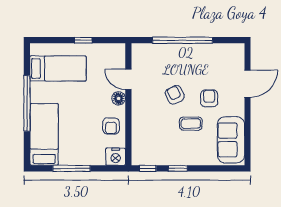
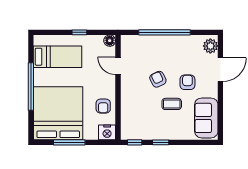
plant: (236, 56) -> (210, 46), added
floor lamp: (119, 98) -> (110, 41), moved
bed: (44, 134) -> (58, 113), width x2.04

